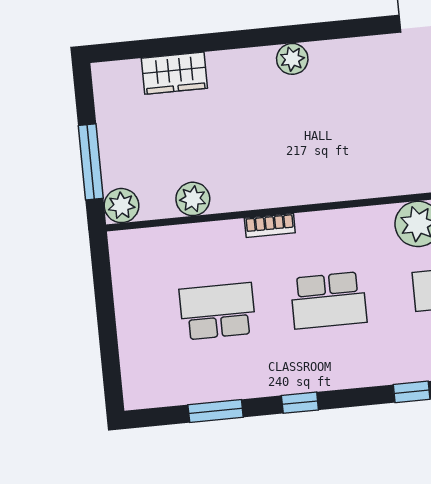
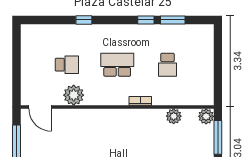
school desk: (218, 311) -> (168, 65), width x0.54
window: (300, 403) -> (146, 20), moved

